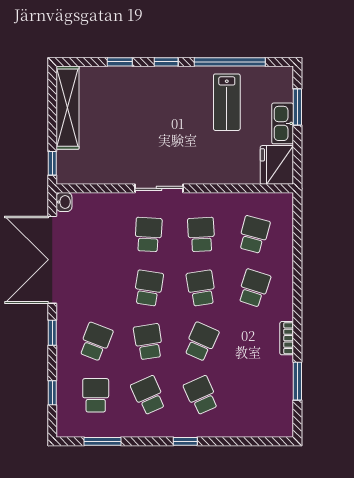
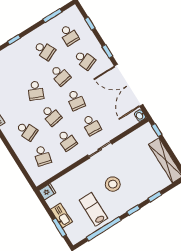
stool: (173, 122) -> (113, 184), added
fridge: (277, 165) -> (47, 192), width x0.53, depth x0.75
double door: (52, 260) -> (129, 85), swing flipped
school desk: (254, 288) -> (27, 131), turned -42
school desk: (96, 342) -> (85, 60), turned -42
school desk: (201, 395) -> (20, 66), removed

